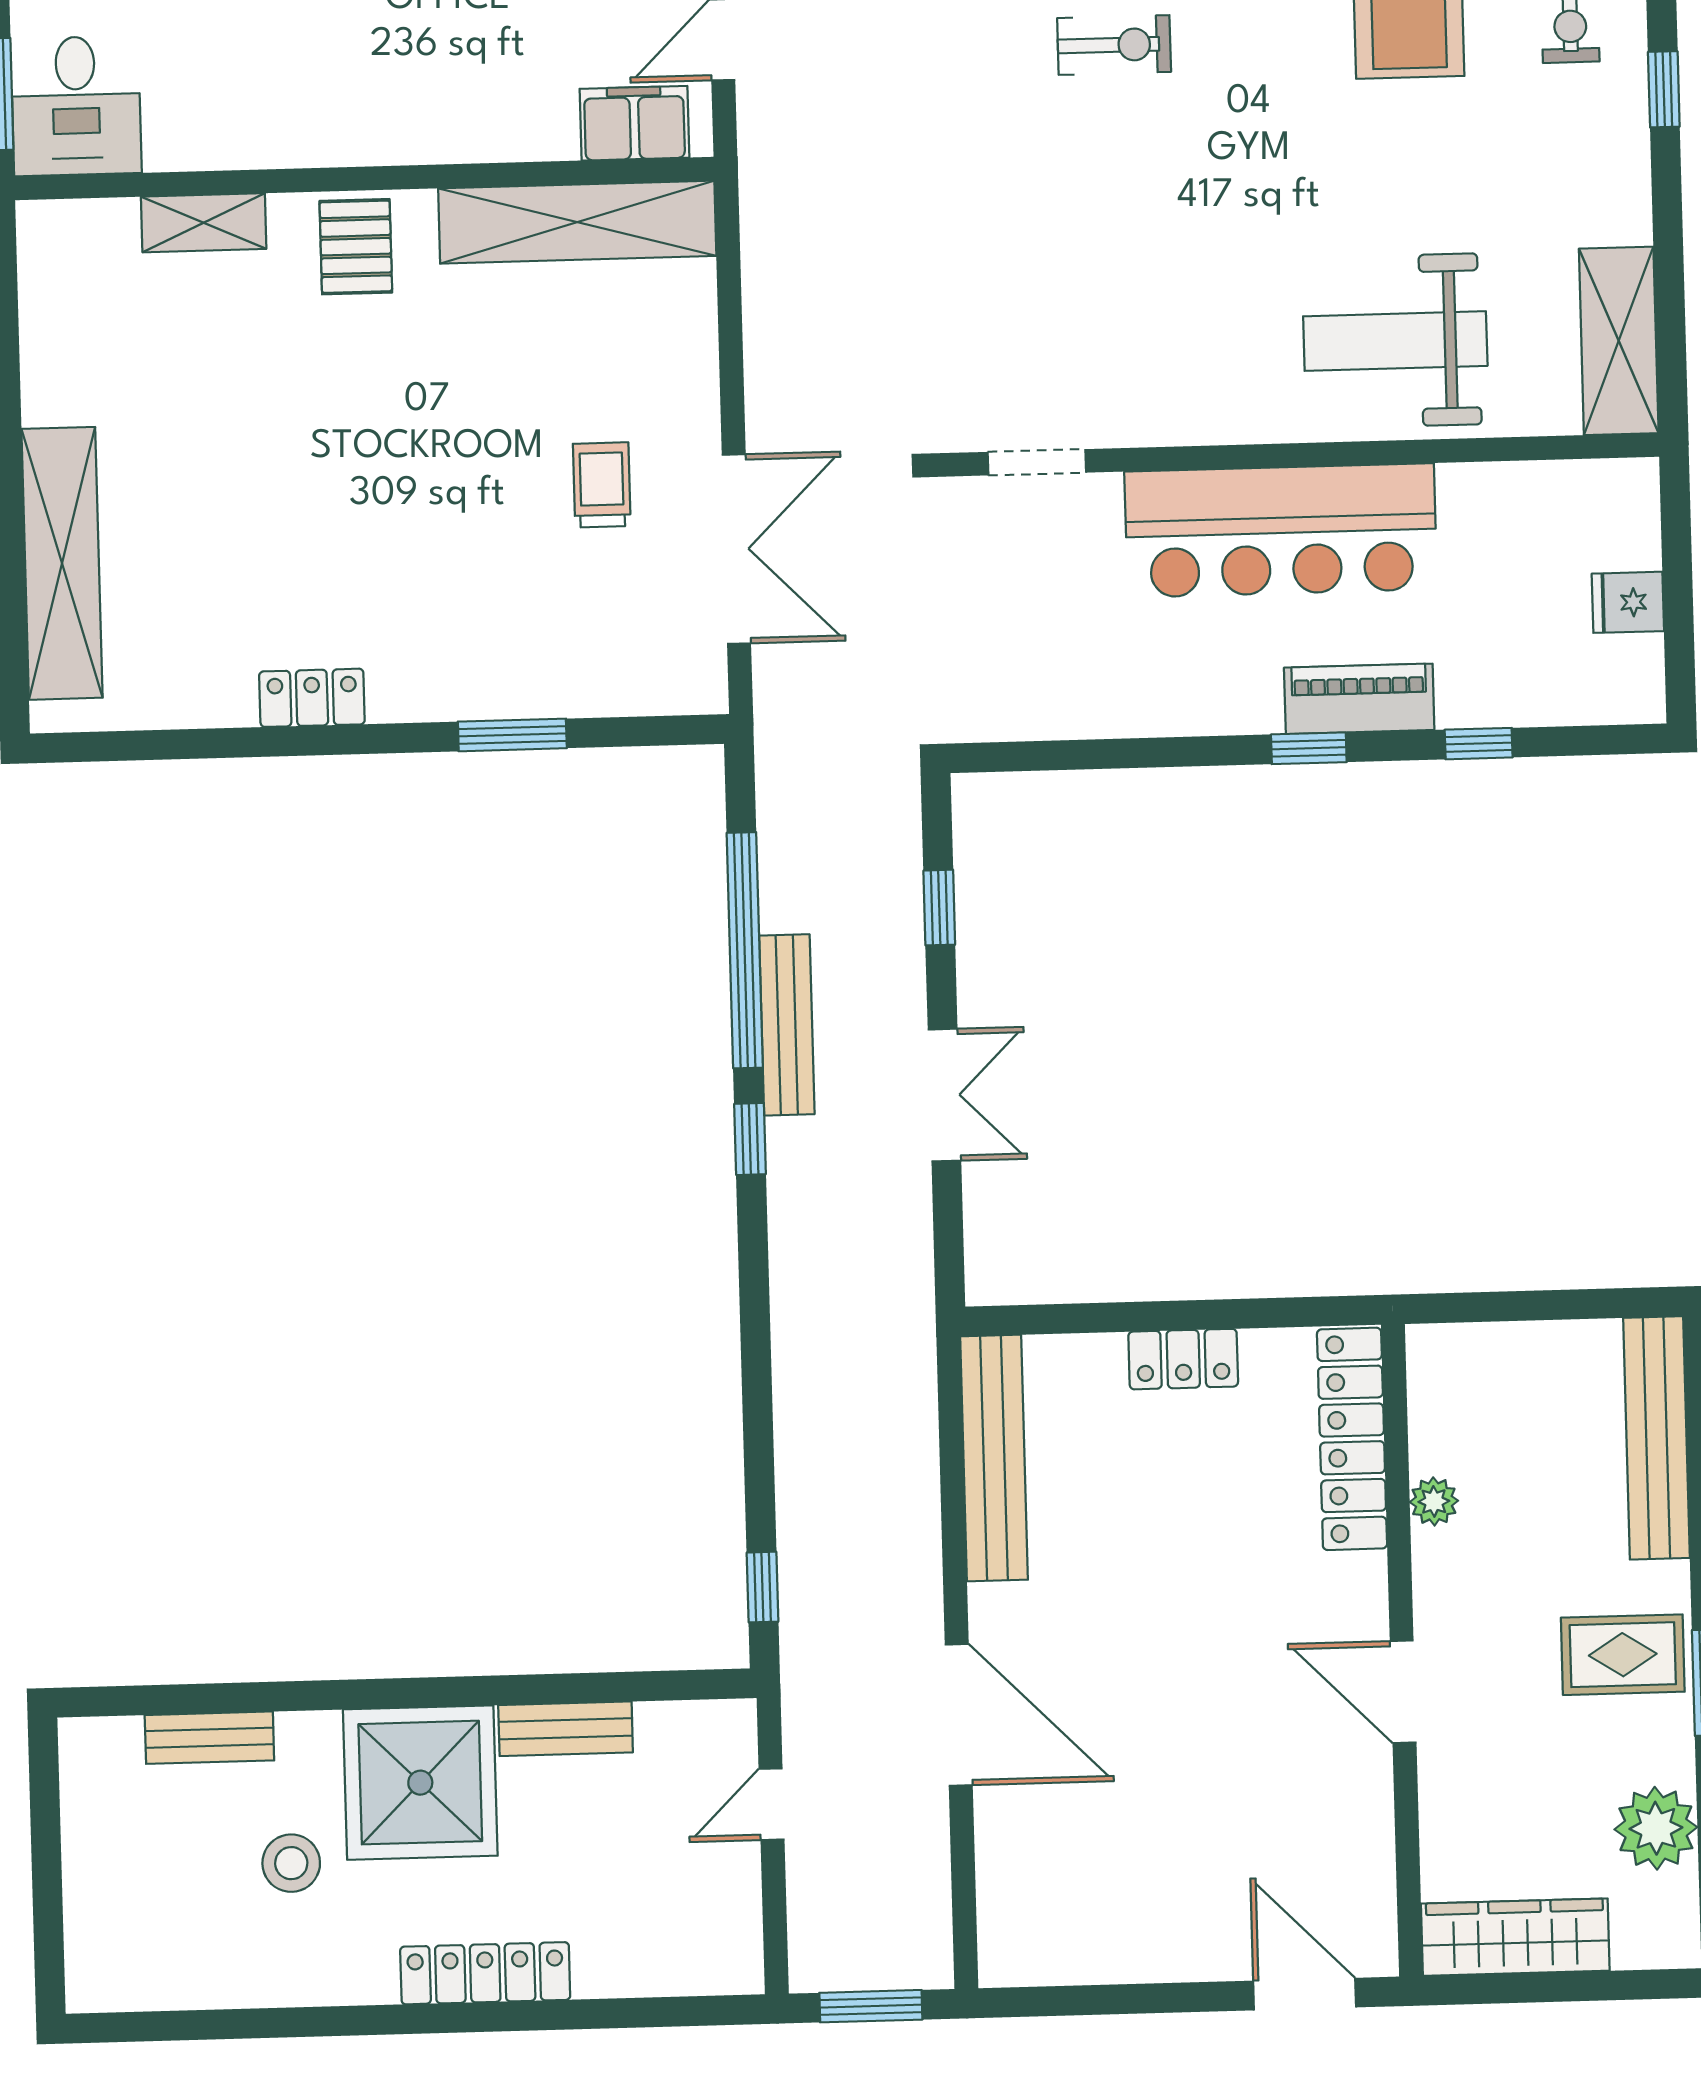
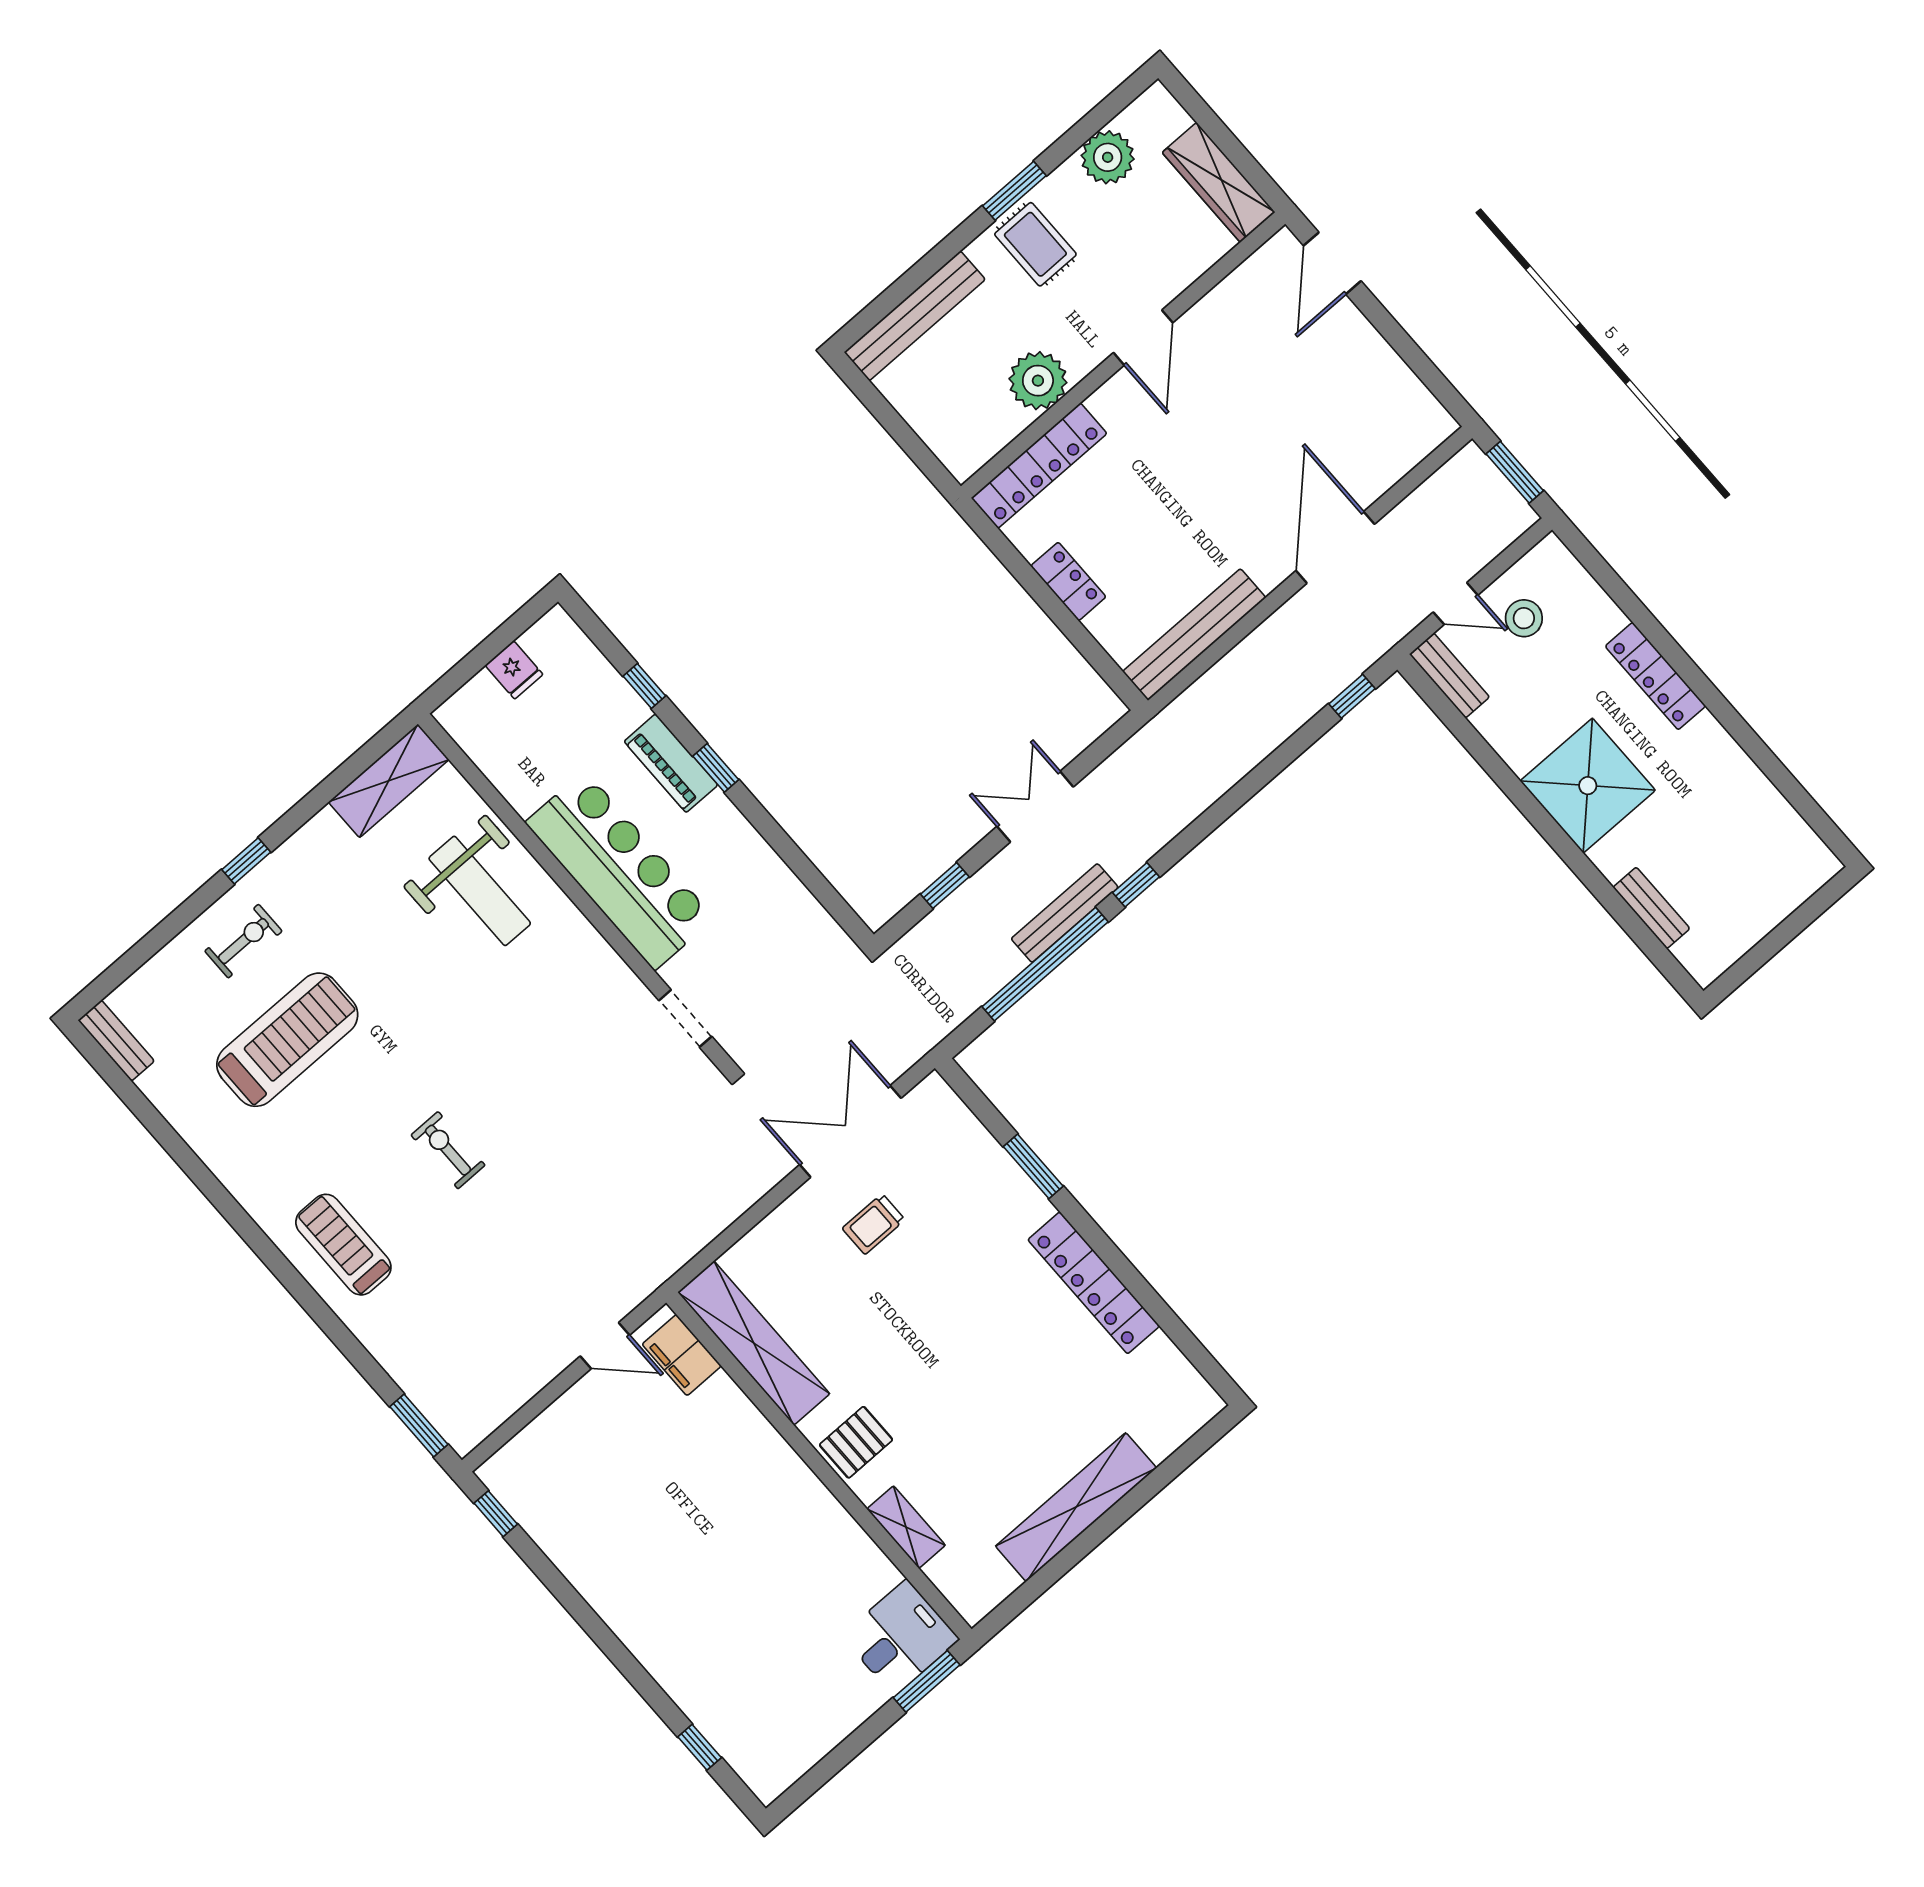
shelving: (62, 563) -> (1076, 1507), moved
locker: (312, 698) -> (1094, 1283), width x2.16, depth x1.21
plant: (1434, 1501) -> (1038, 381), width x1.88, depth x1.88
bench: (566, 1729) -> (1449, 676), moved
stool: (291, 1863) -> (1524, 618), moved

